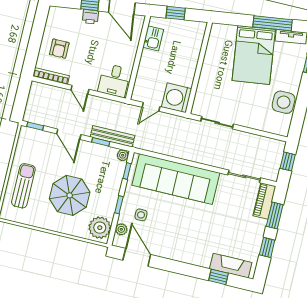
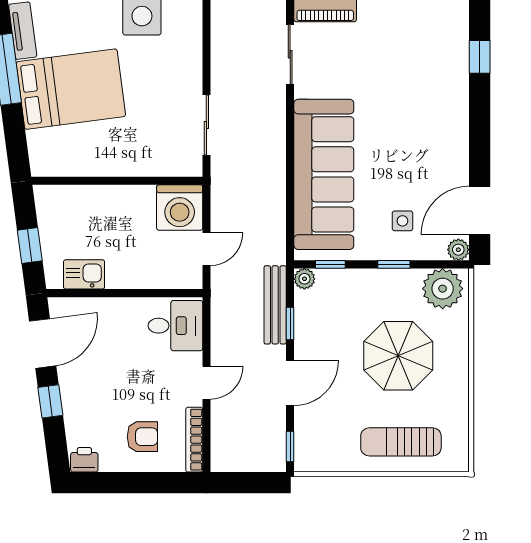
printer: (90, 17) -> (84, 460), moved, turned -82
door: (151, 107) -> (206, 249), hinge flipped
plant: (121, 229) -> (458, 250), moved
fireplace: (231, 266) -> (454, 40), removed

